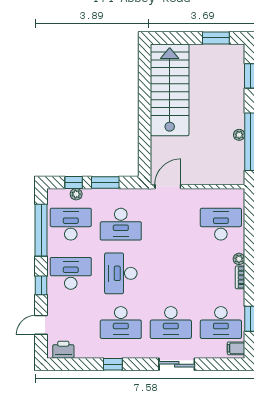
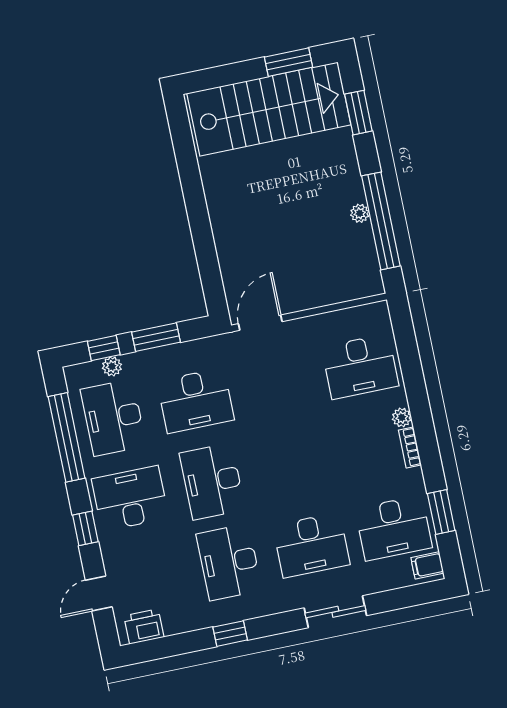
stairs: (170, 90) -> (269, 109), moved, turned 90
desk: (71, 224) -> (113, 418), turned -90
desk: (221, 224) -> (360, 366), turned 180
desk: (121, 323) -> (229, 562), turned 90

